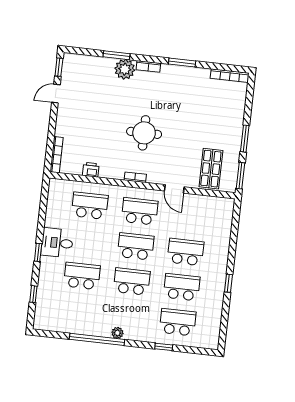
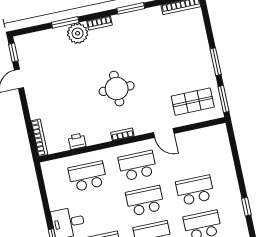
shop shelf: (211, 169) -> (193, 102), turned 90

